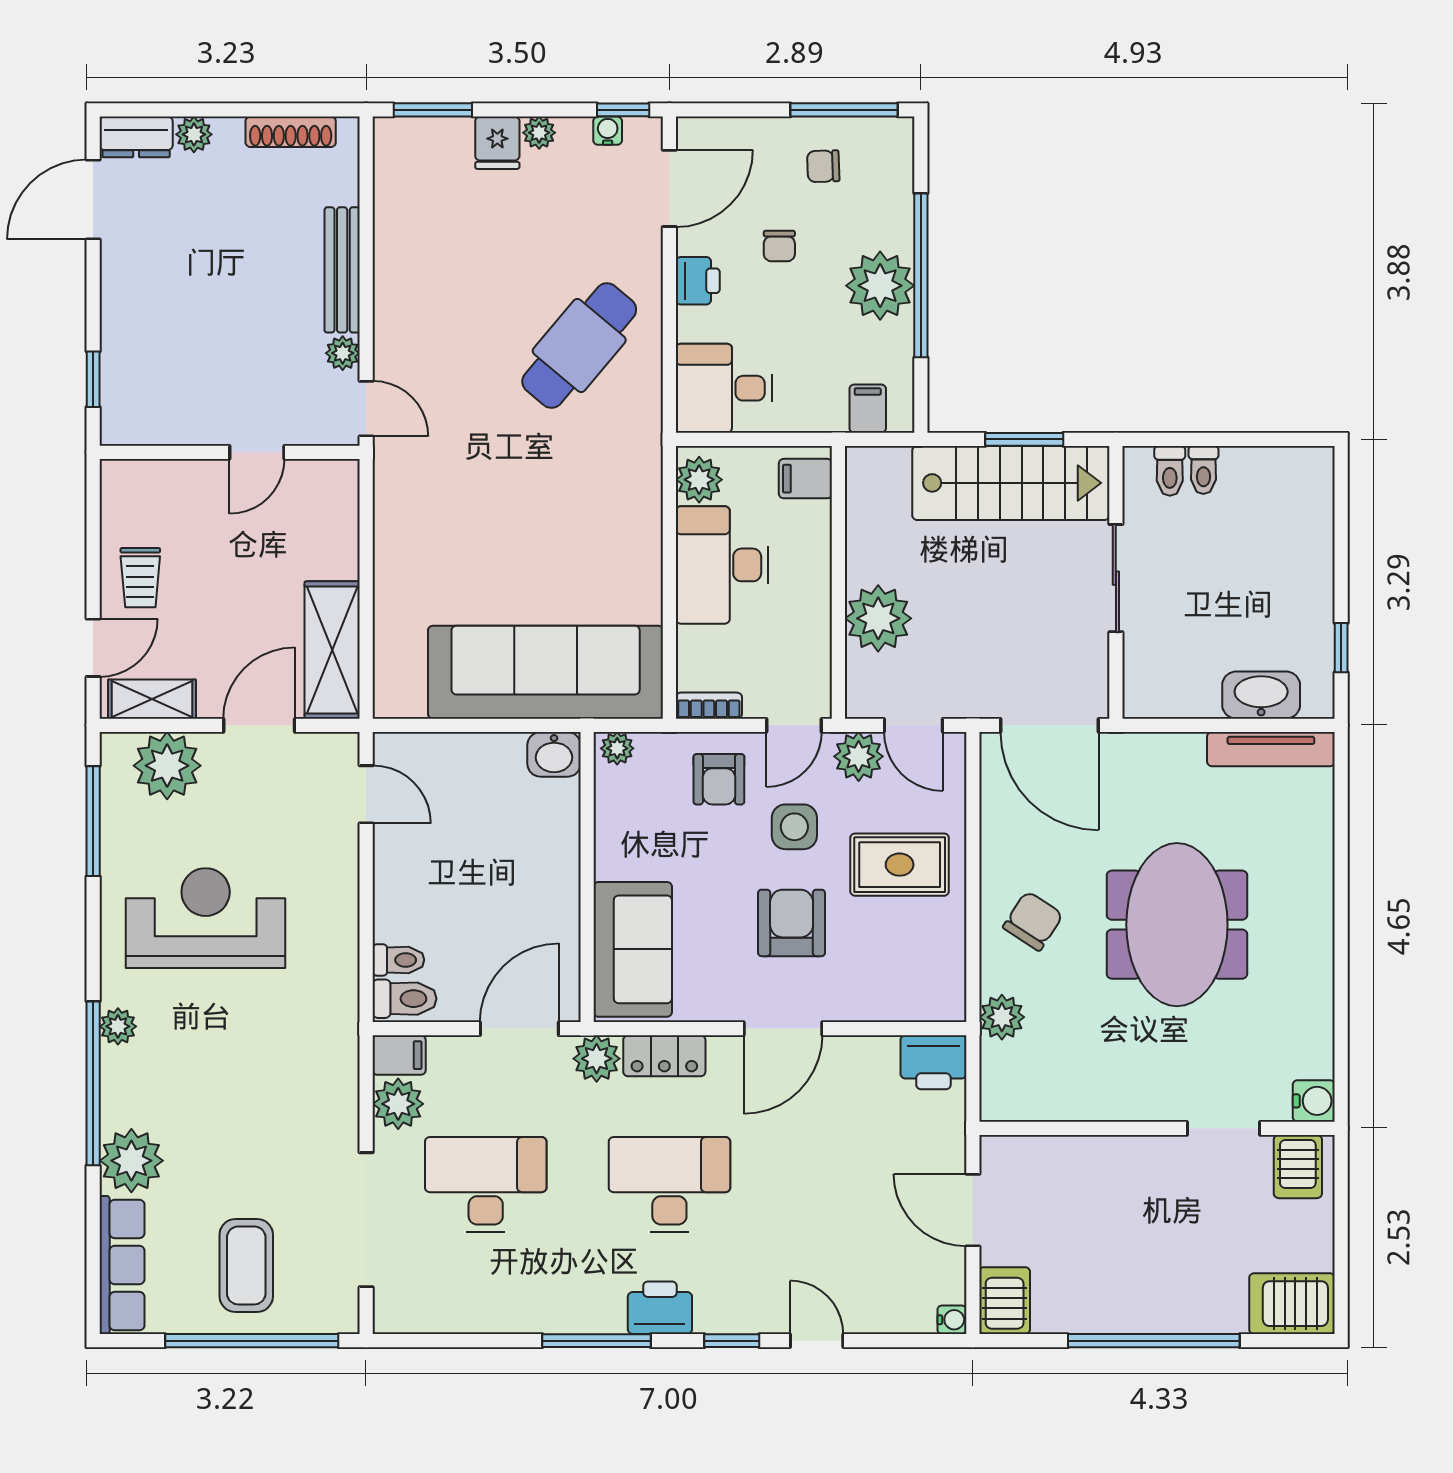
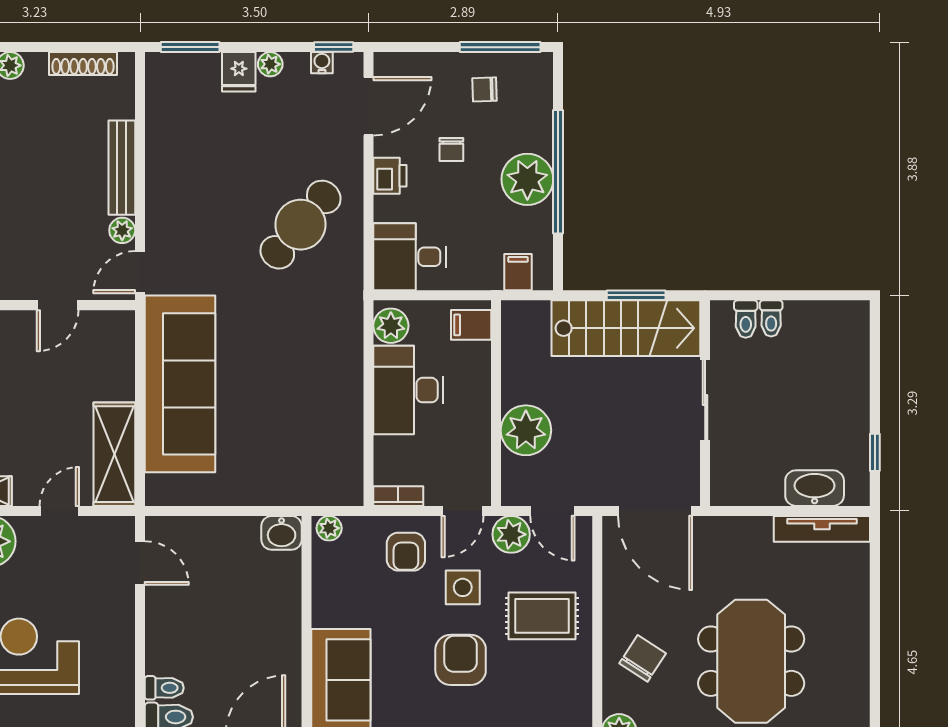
door: (366, 409) -> (140, 272), swing flipped
sofa: (546, 672) -> (180, 384), moved, turned 90
door: (259, 725) -> (59, 511), width x0.73

